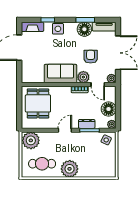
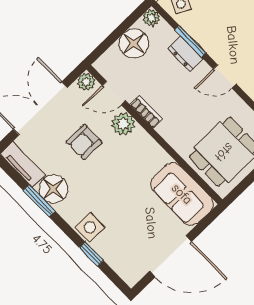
fireplace: (32, 27) -> (122, 266), removed
sofa: (60, 74) -> (182, 194), moved
door: (98, 85) -> (114, 93), swing flipped

